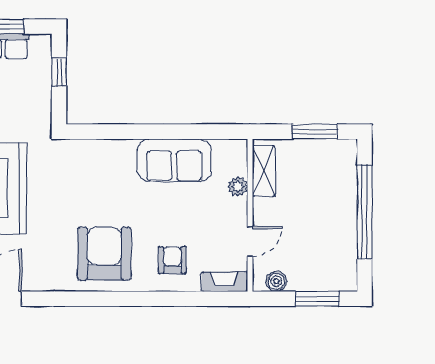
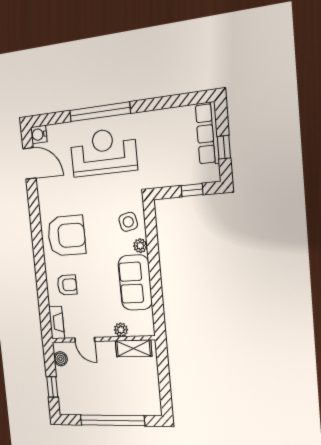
window: (315, 132) -> (165, 385), removed
plant: (125, 148) -> (140, 246), added
side table: (93, 162) -> (128, 222), added
window: (317, 299) -> (52, 387), width x0.67

